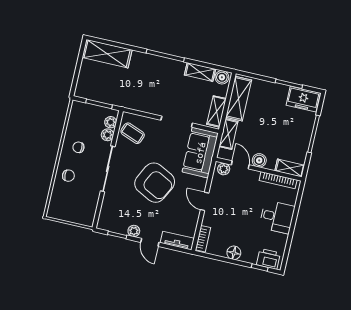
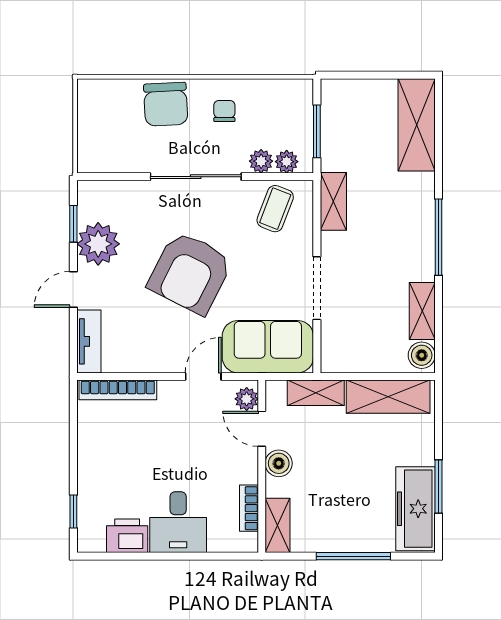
freezer: (303, 99) -> (415, 509), width x1.40
shelving: (216, 111) -> (333, 201), moved, turned 90
door: (240, 165) -> (262, 429), swing flipped
chair: (68, 176) -> (166, 104), width x1.87, depth x1.87
bookcase: (278, 180) -> (249, 508), width x0.64
door: (205, 201) -> (203, 376), moved
plant: (134, 231) -> (98, 244), width x1.88, depth x1.88
bookcase: (203, 239) -> (118, 390), width x1.56
floor lamp: (234, 253) -> (90, 455), removed
printer: (268, 259) -> (127, 536), moved, turned -90

